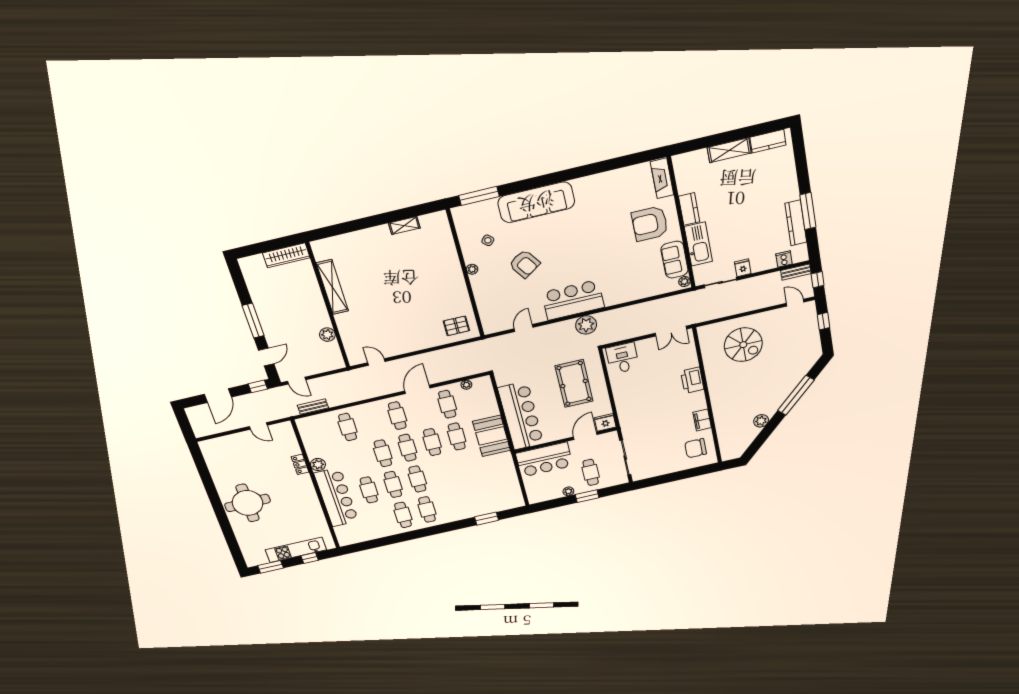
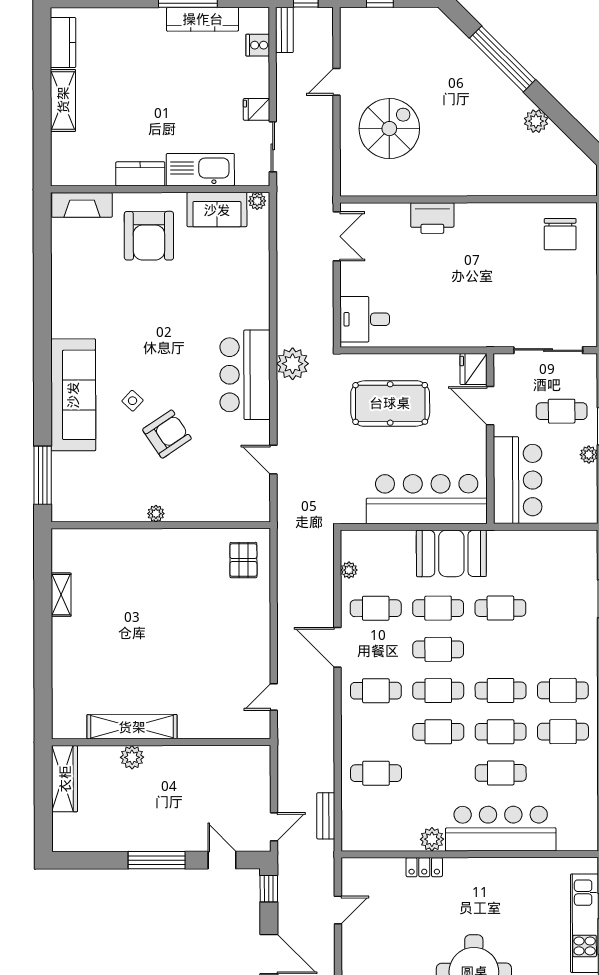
side table: (488, 240) -> (133, 401), moved
door: (795, 303) -> (336, 82), moved
plant: (327, 335) -> (132, 757), moved
filing cabinet: (702, 420) -> (510, 215), removed
cafe table: (466, 468) -> (500, 608), added

